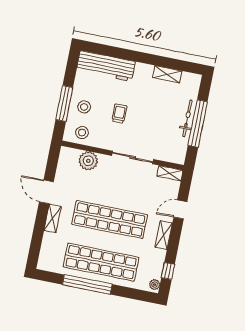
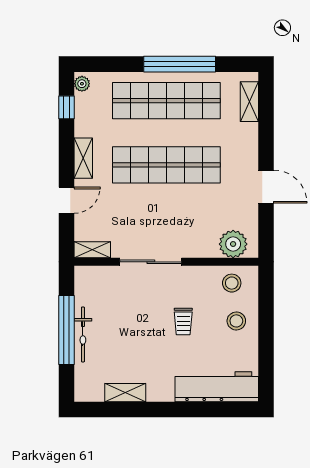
window: (64, 104) -> (266, 320), removed
plant: (88, 161) -> (233, 244), moved
shelving: (53, 218) -> (249, 102), moved

